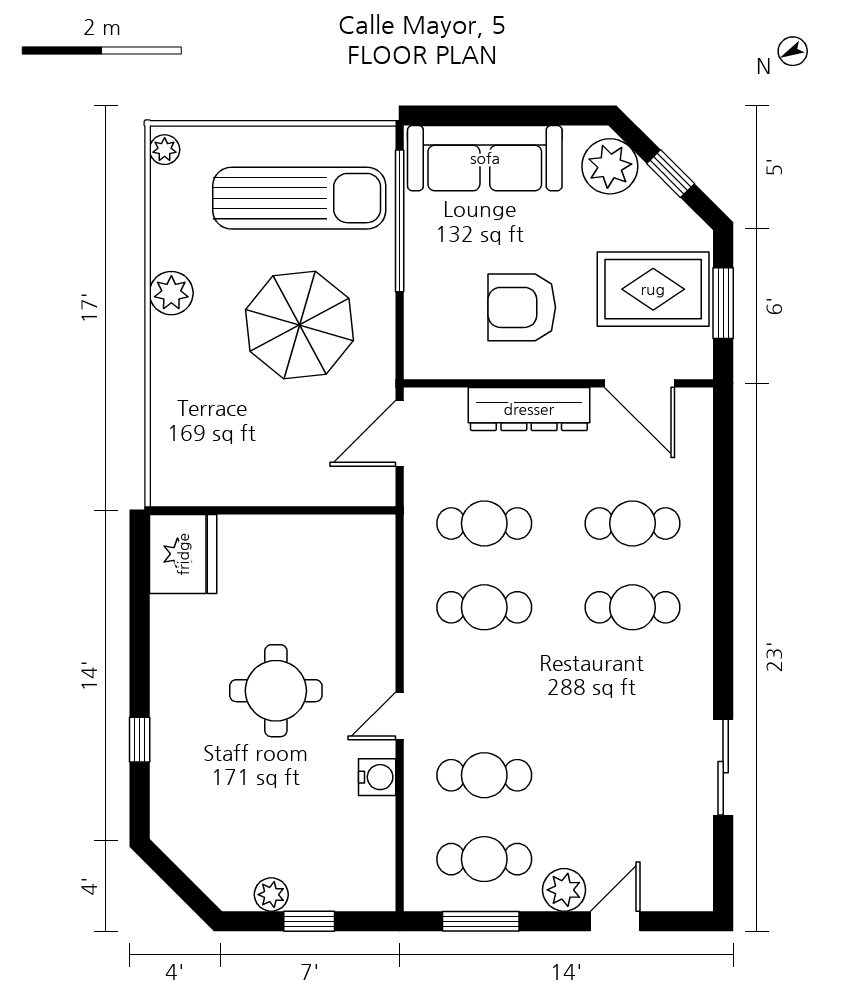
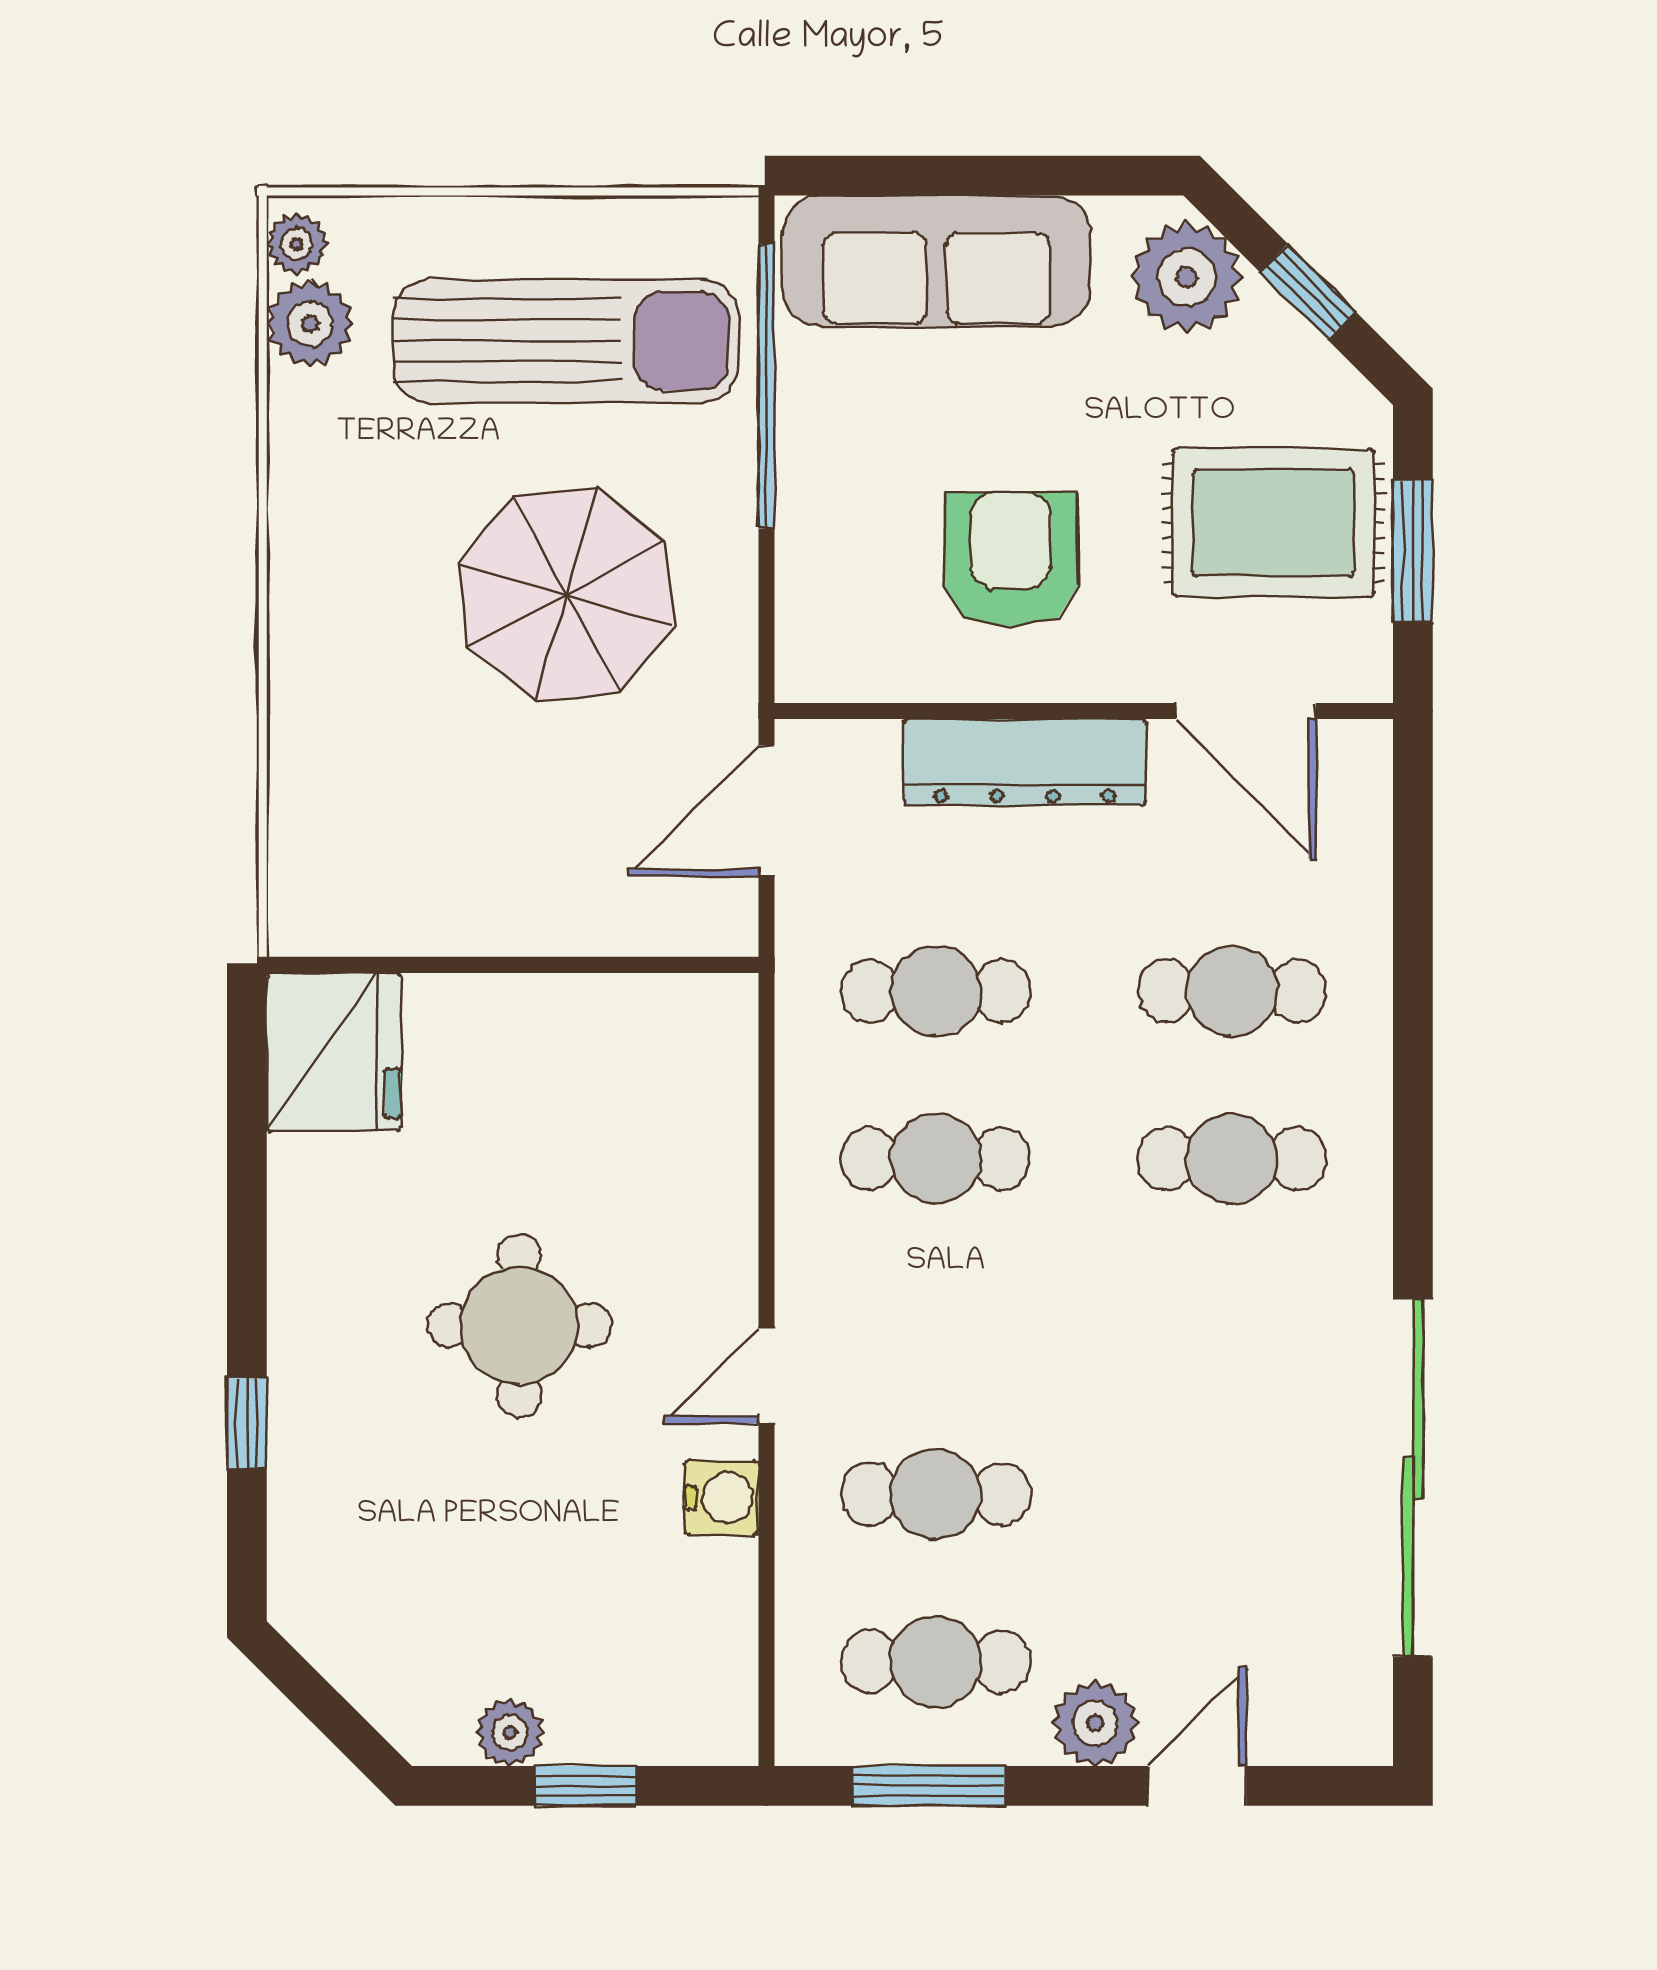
plant: (171, 293) -> (310, 324), moved
armchair: (522, 307) -> (1011, 559), turned 90
sliding door: (723, 767) -> (1413, 1478), width x1.86

